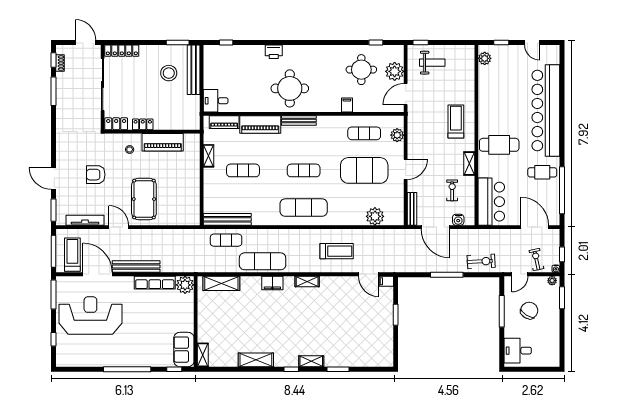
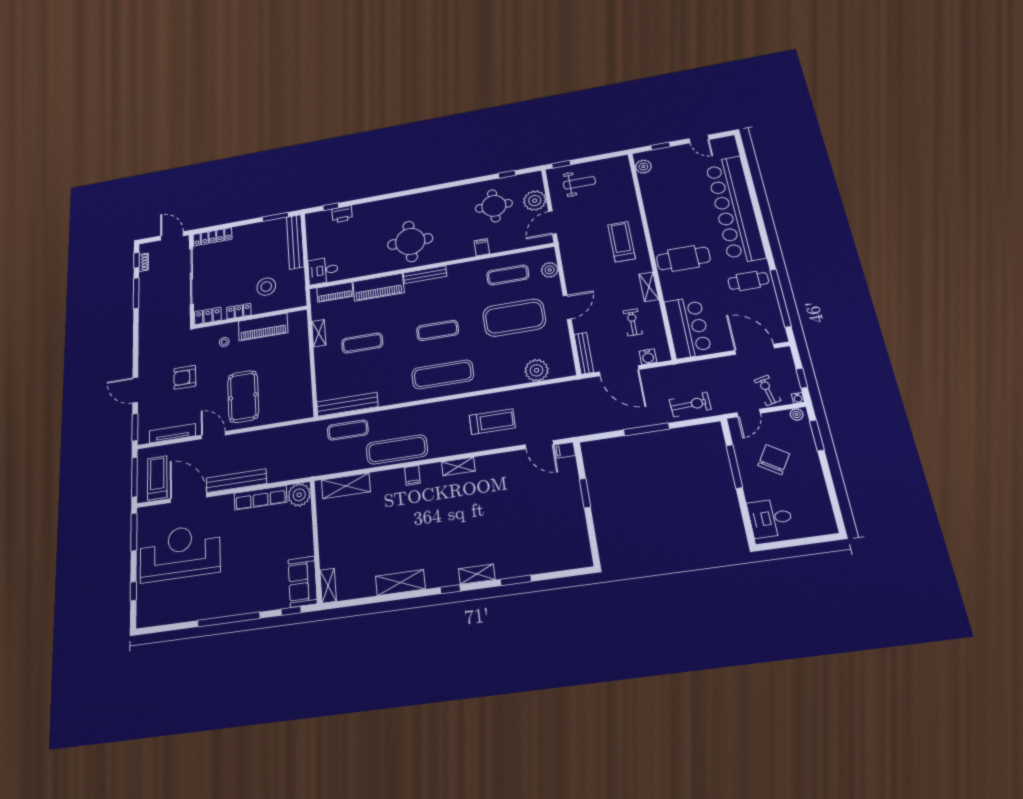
printer: (274, 52) -> (342, 214), moved
stool: (169, 73) -> (266, 287), moved
filing cabinet: (272, 283) -> (412, 475), width x0.50

